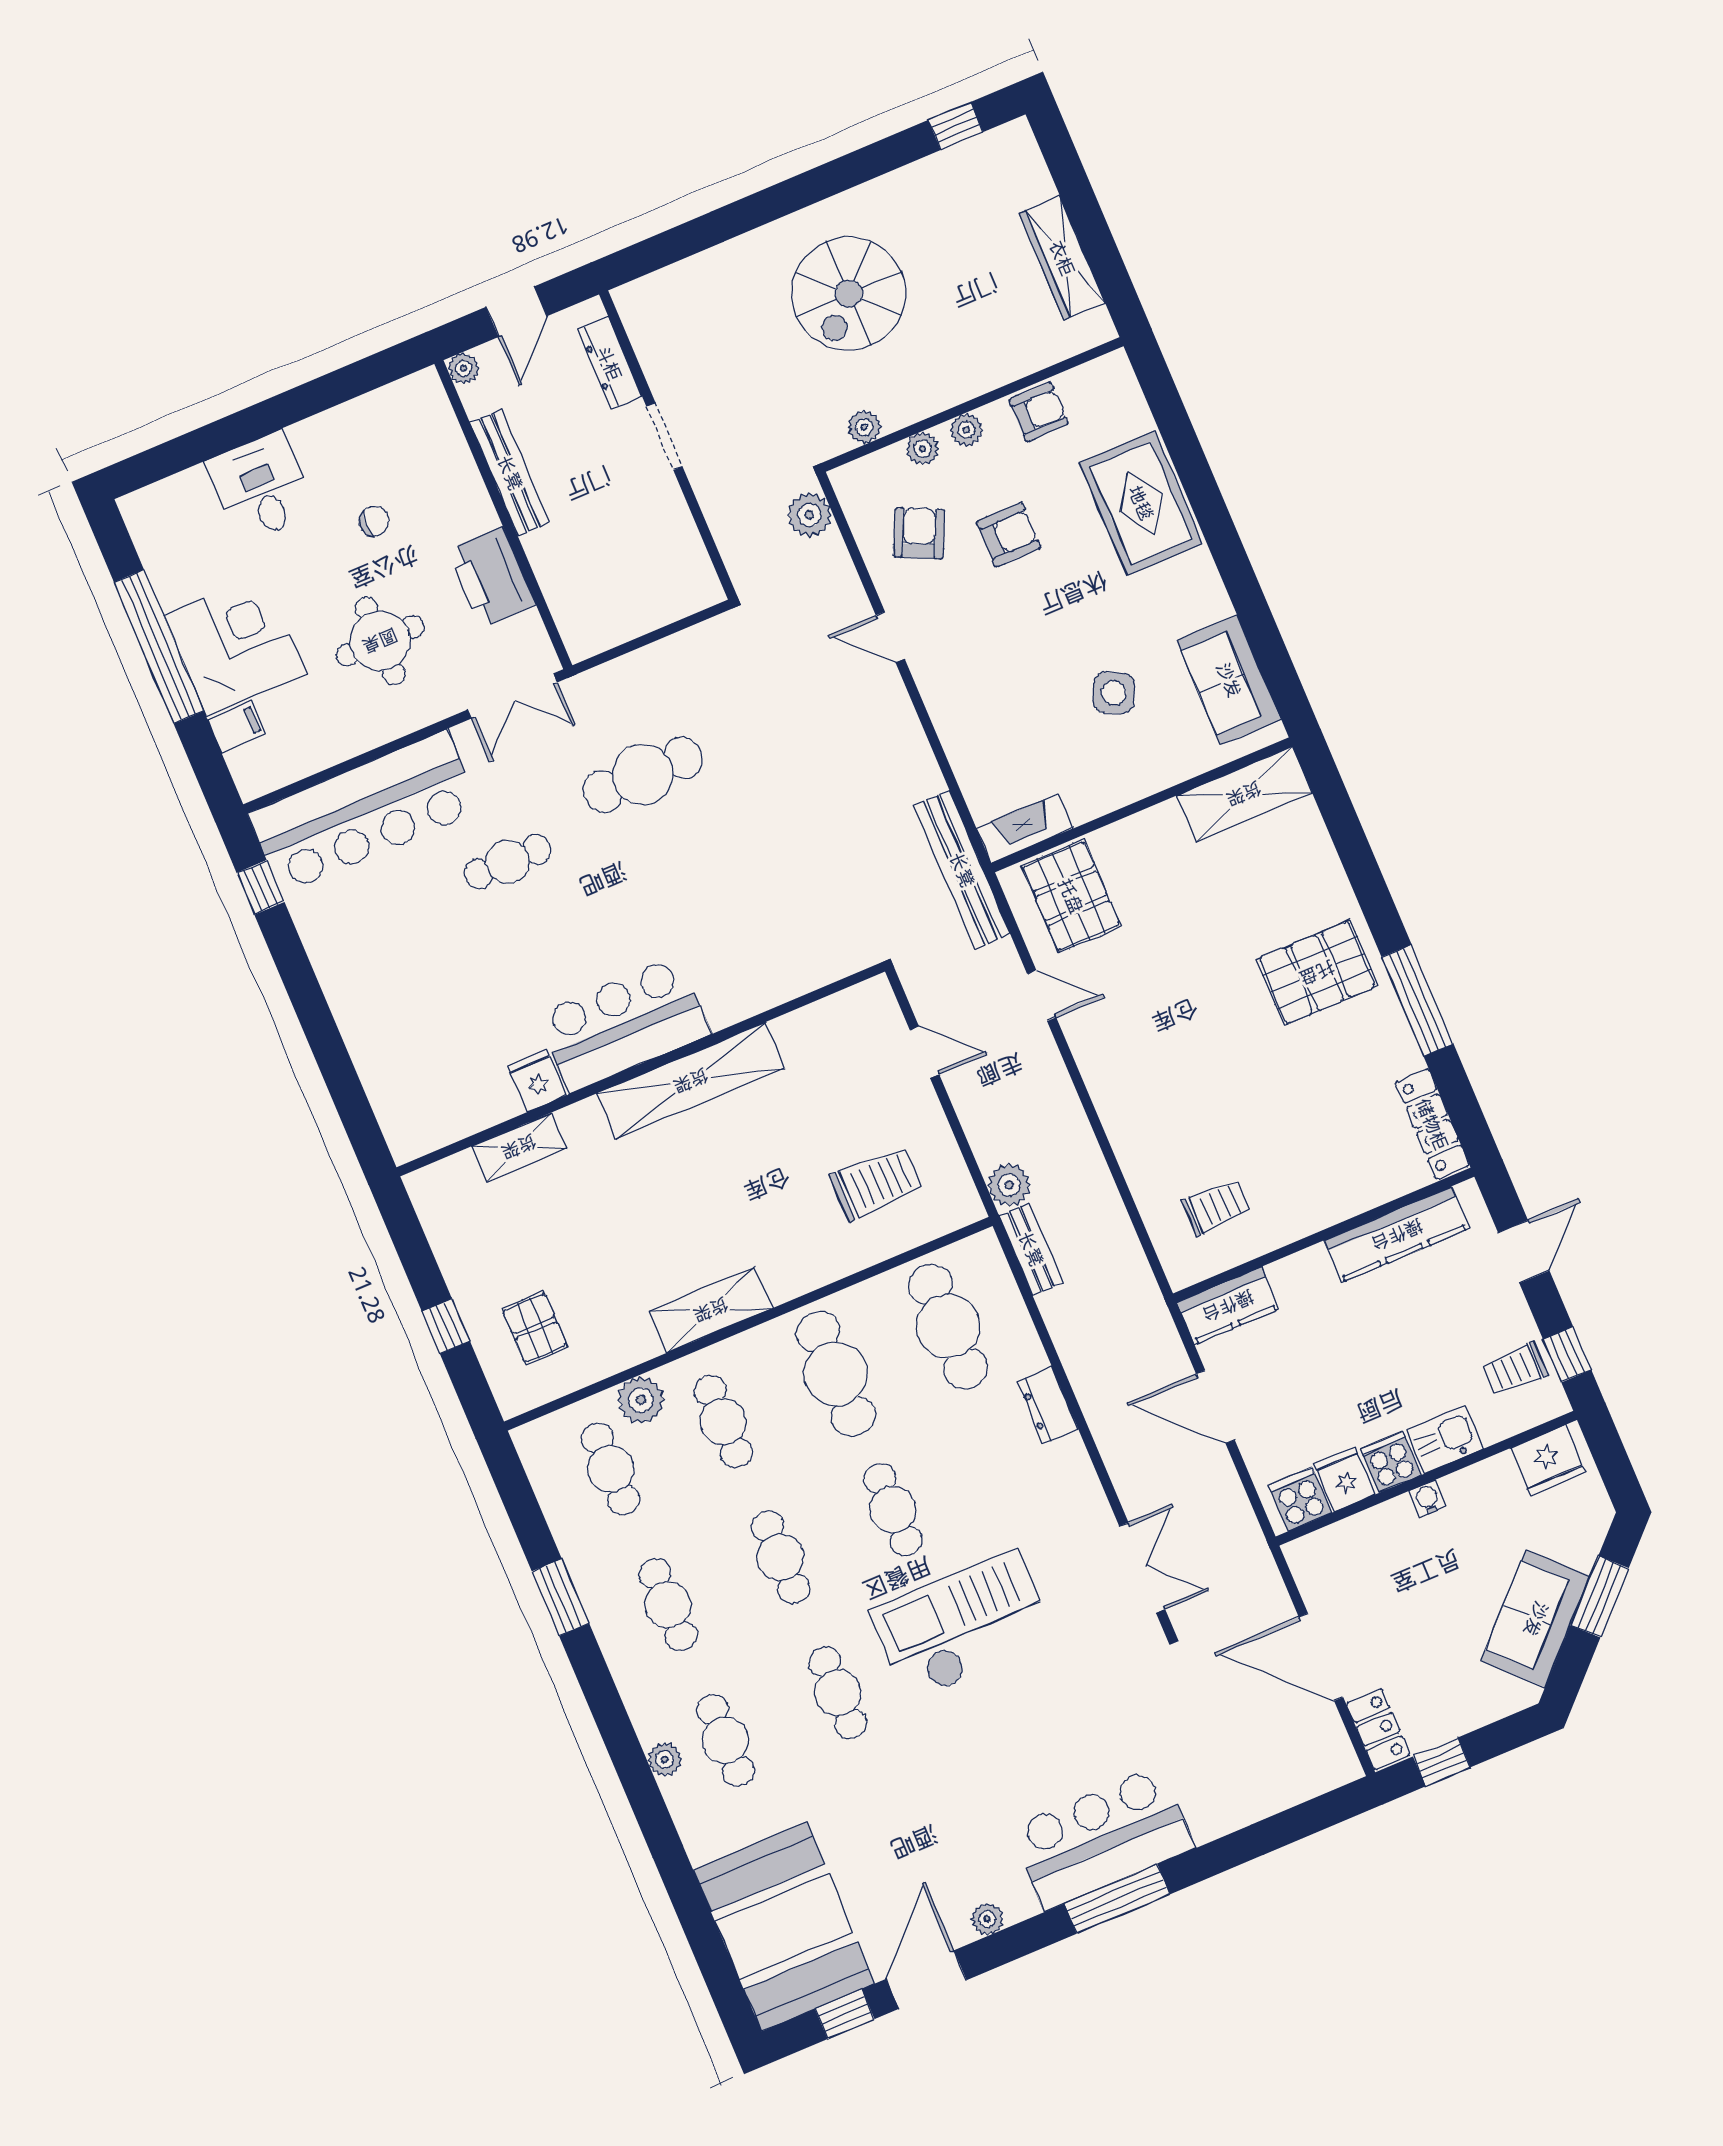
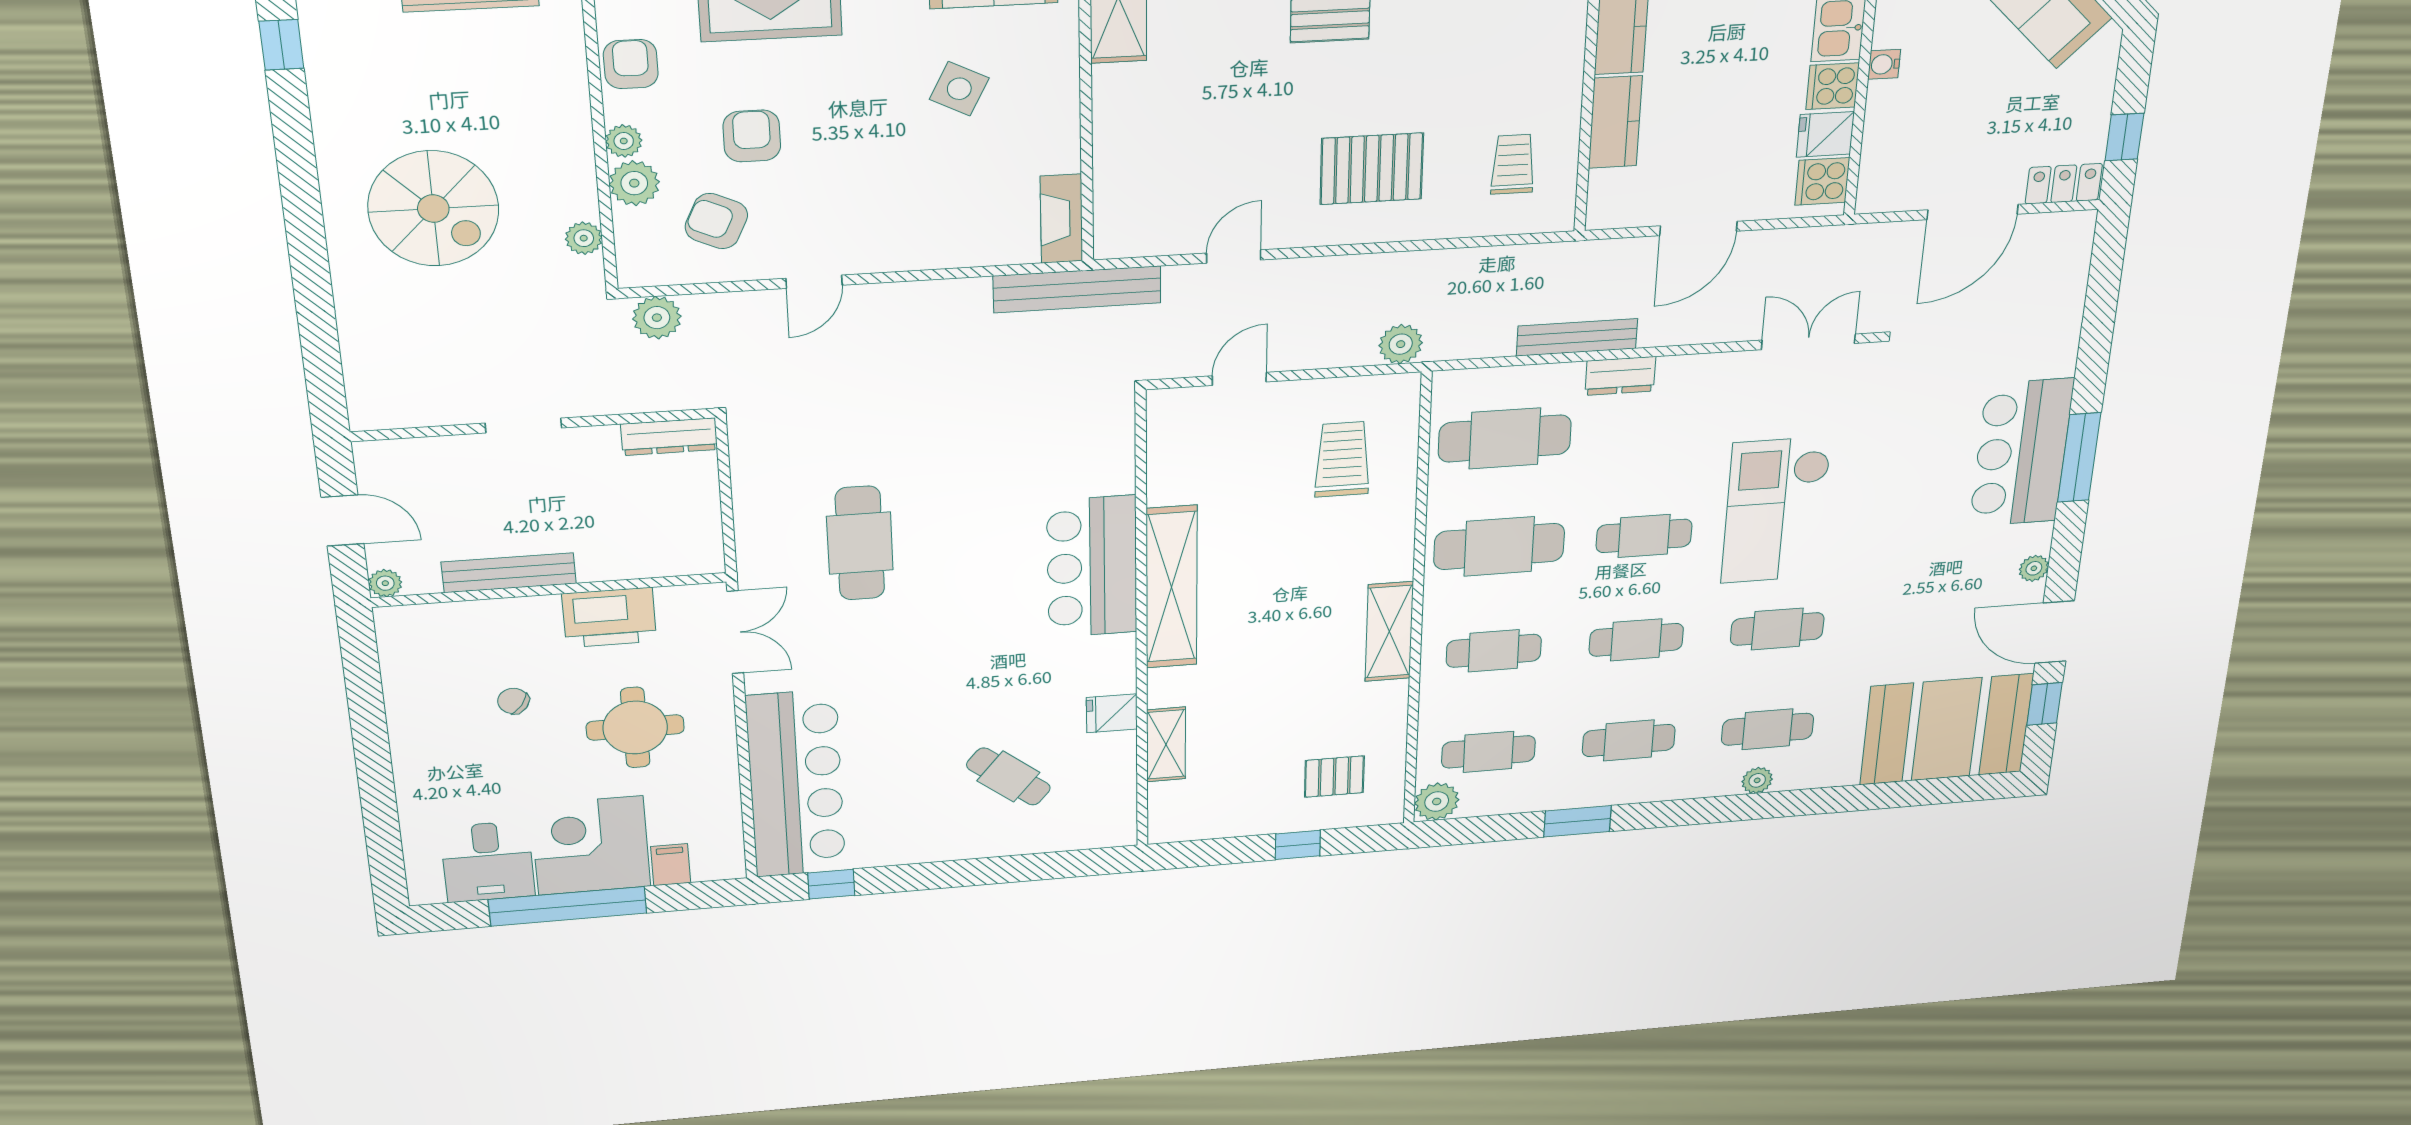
dresser: (609, 363) -> (669, 437), moved
plant: (923, 449) -> (634, 183), width x1.38, depth x1.38
desk: (261, 487) -> (488, 862), moved, turned -90
chair: (374, 521) -> (513, 701), turned -55
cafe table: (508, 861) -> (1008, 777), moved, turned -51
pallet: (1071, 896) -> (1372, 169), moved
bar counter: (624, 1024) -> (1092, 567), moved
bench: (1031, 1249) -> (1577, 337), moved, width x1.36
kitchen counter: (1228, 1306) -> (1615, 122), moved
plant: (641, 1400) -> (1437, 802), moved

